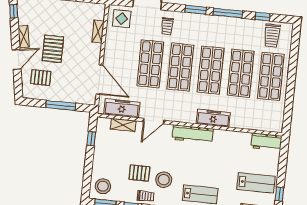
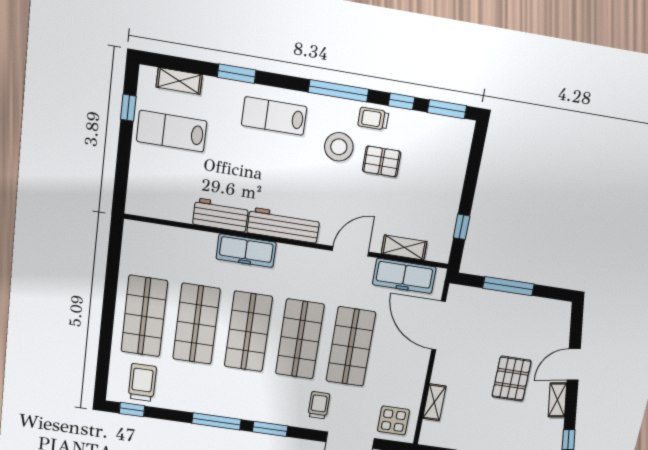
window: (263, 17) -> (132, 410), moved
pallet: (41, 78) -> (537, 334), removed
workbench: (266, 142) -> (221, 215), moved
stool: (103, 186) -> (449, 141), removed

